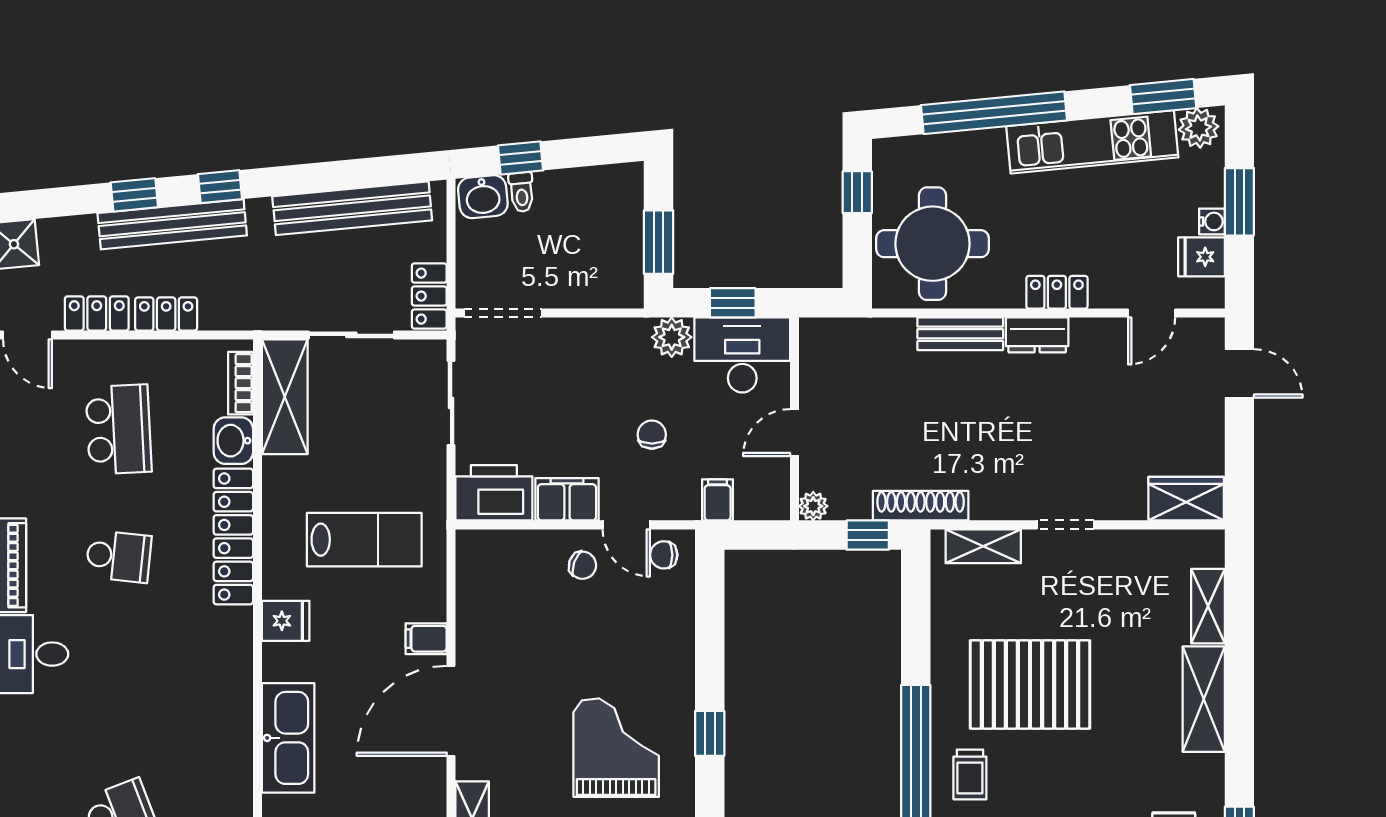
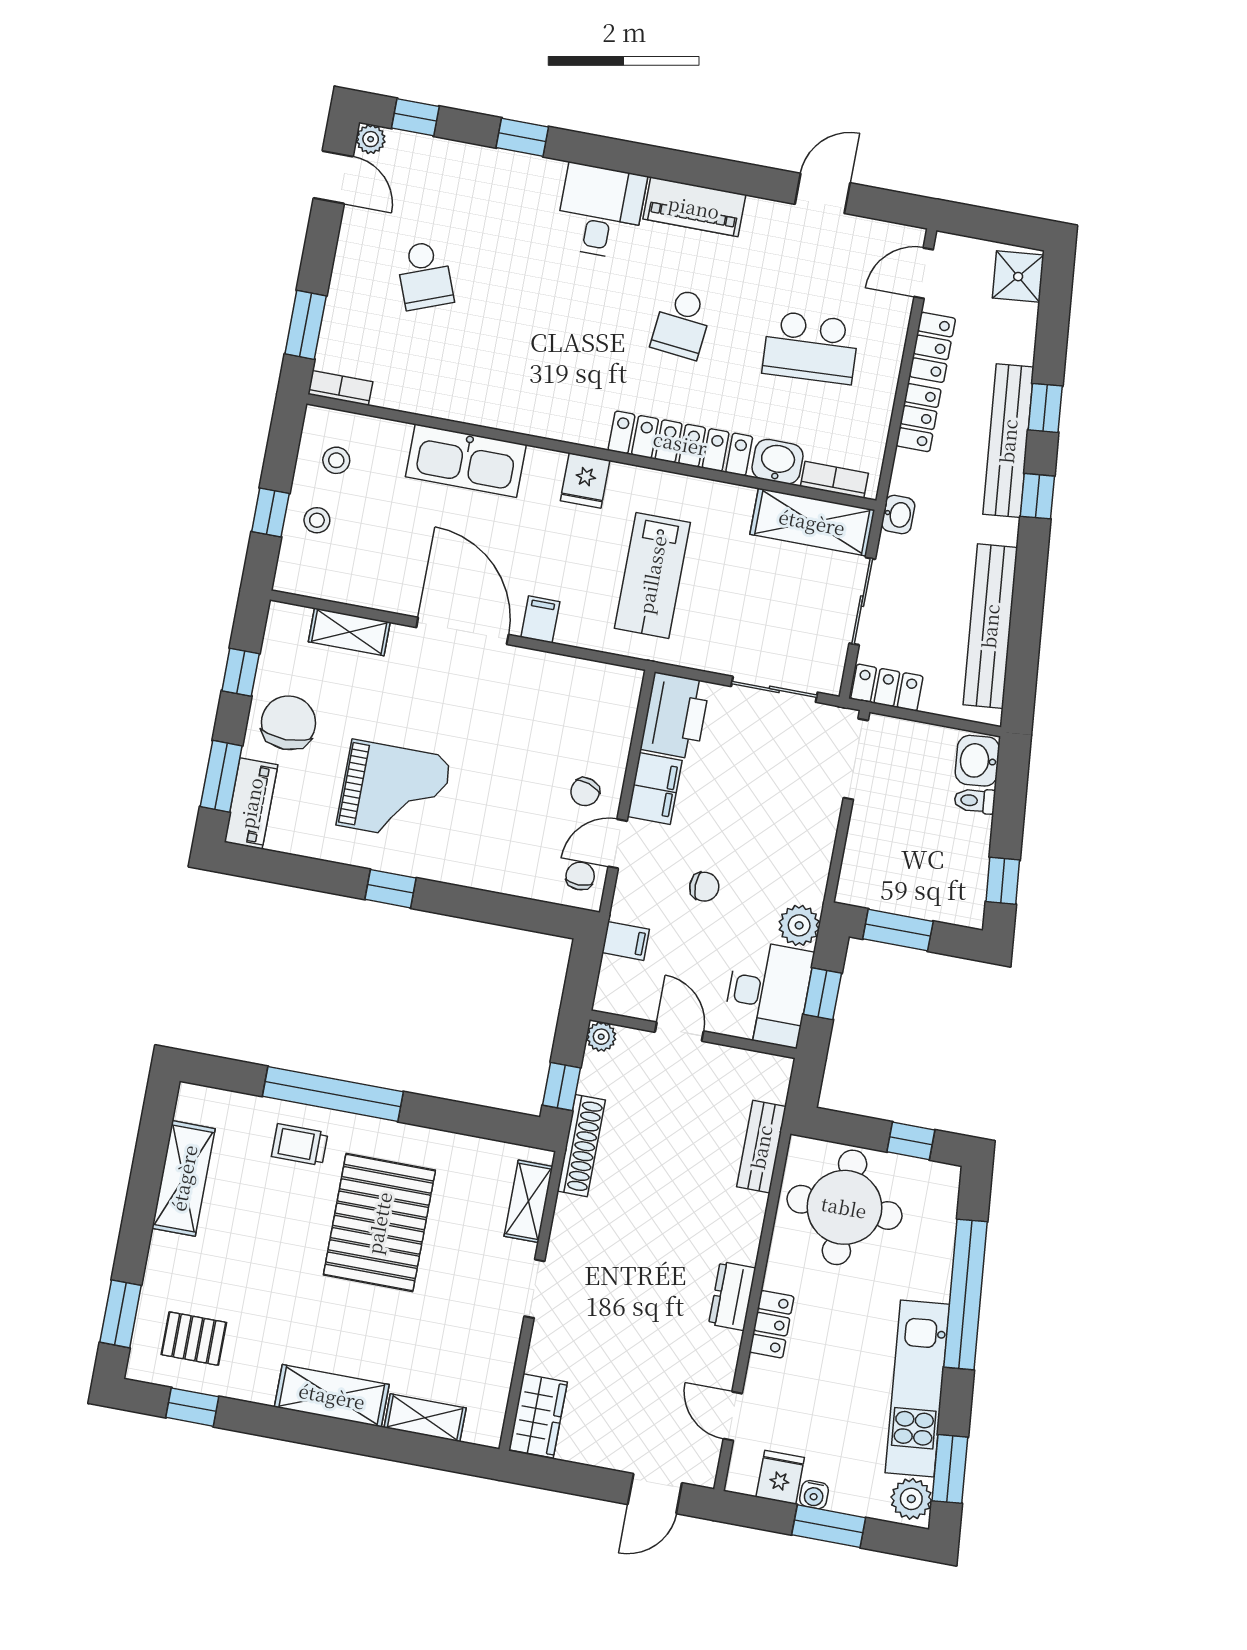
window: (520, 158) -> (1003, 881), moved
washbasin: (262, 316) -> (898, 515), added
bench: (960, 334) -> (761, 1147), moved

